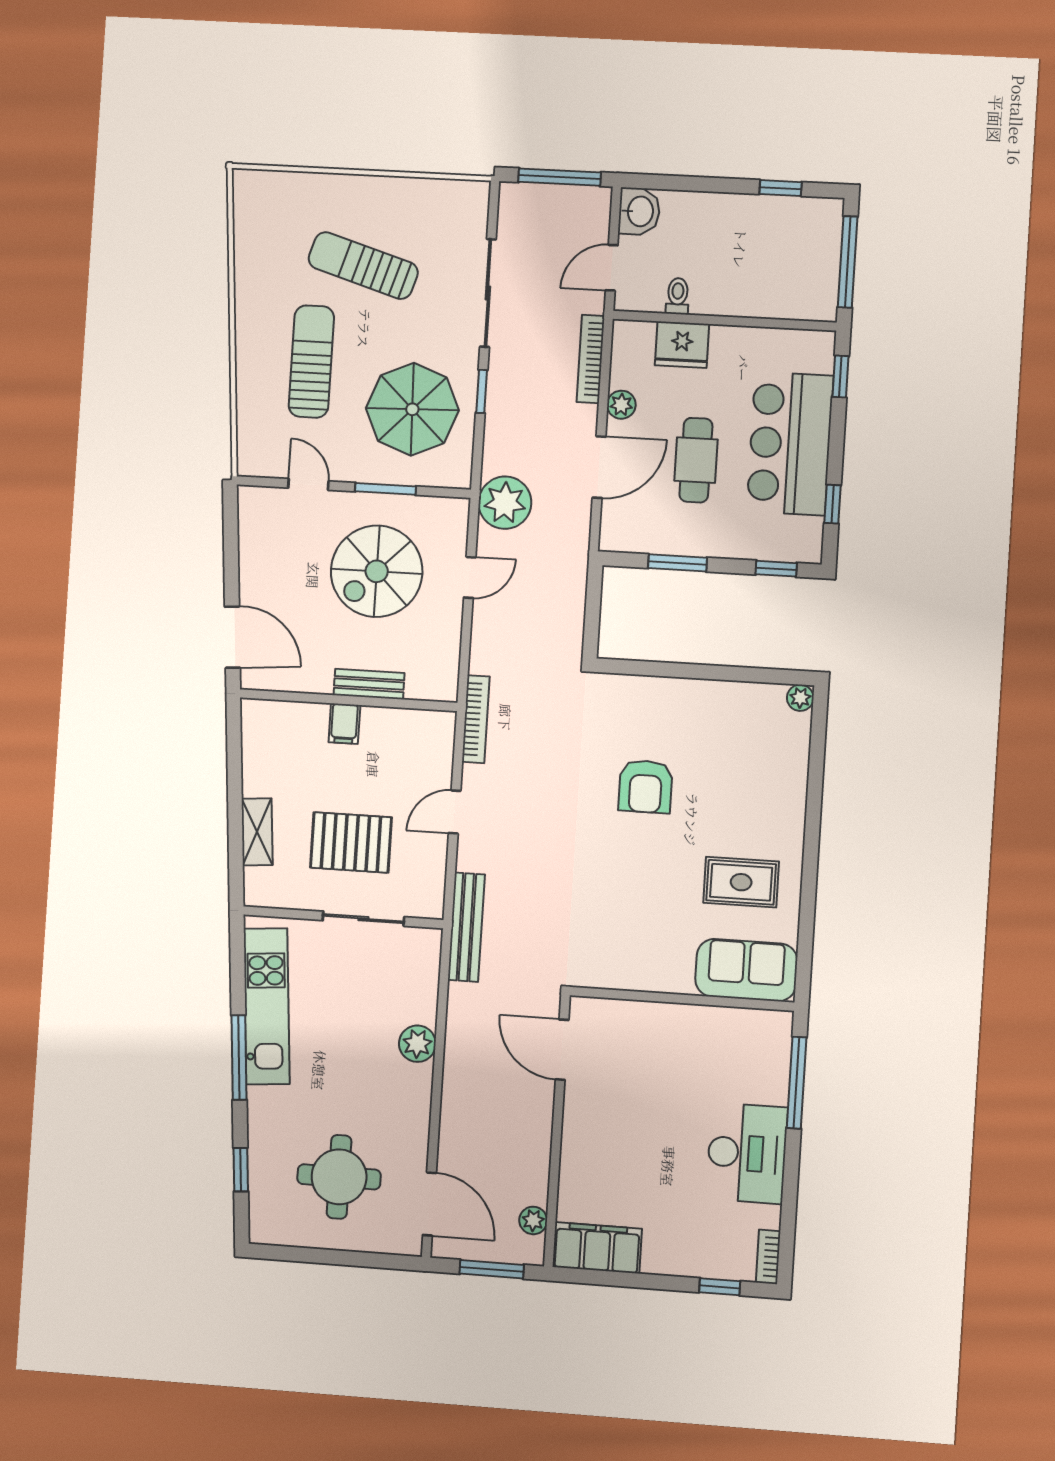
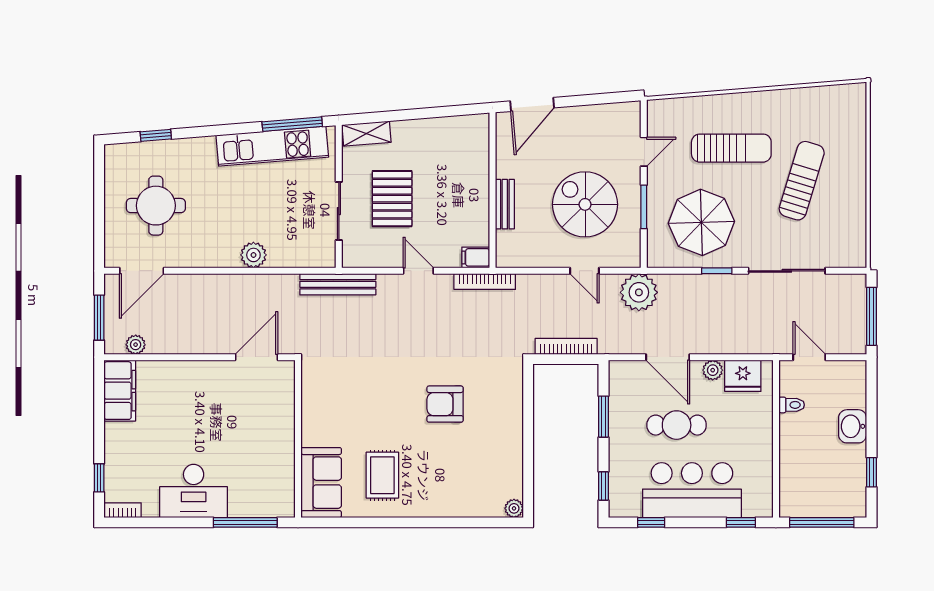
washbasin: (639, 211) -> (853, 426), moved, turned 90
fridge: (682, 345) -> (743, 376), moved, turned -90
bookcase: (591, 359) -> (566, 346), moved
filing cabinet: (344, 724) -> (476, 257), moved
shelving: (257, 832) -> (367, 134), moved
window: (239, 1057) -> (292, 124), moved

